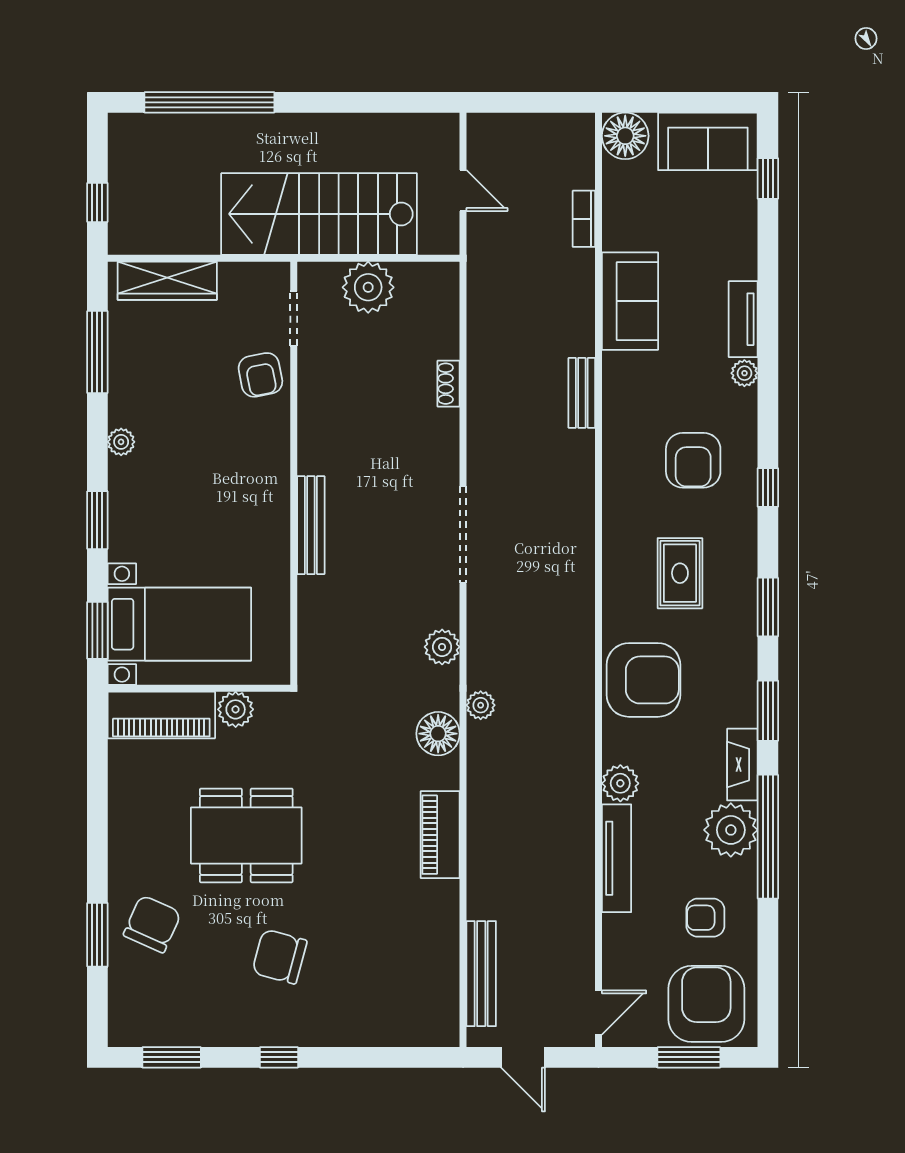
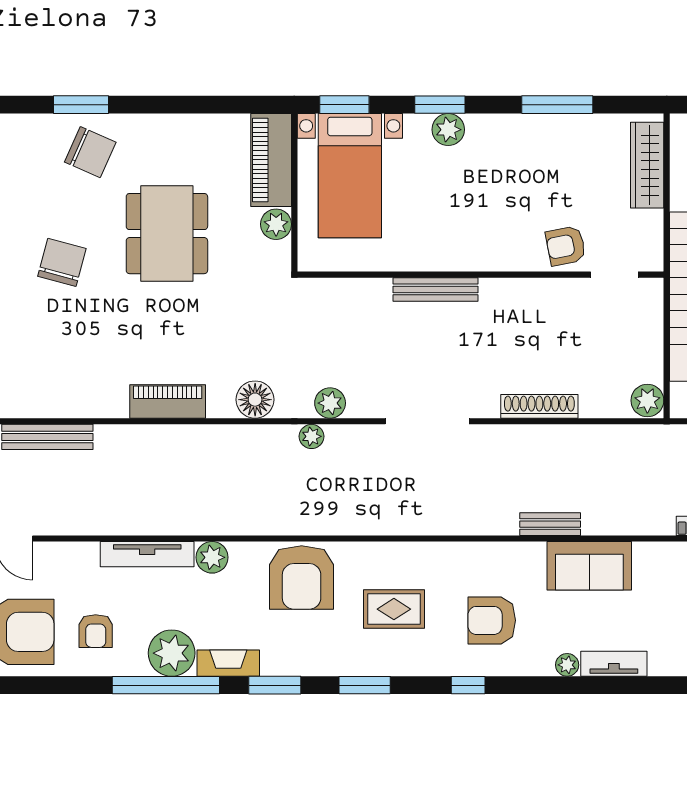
plant: (368, 287) -> (647, 400), moved, width x0.73, depth x0.73
sofa: (630, 301) -> (589, 566), moved
window: (97, 352) -> (557, 105), moved
shoe rack: (449, 384) -> (539, 406), width x1.94, depth x1.24
plant: (121, 442) -> (448, 130), moved, width x1.38, depth x1.38
plant: (481, 705) -> (312, 436), moved
armchair: (705, 918) -> (96, 631), turned 180

